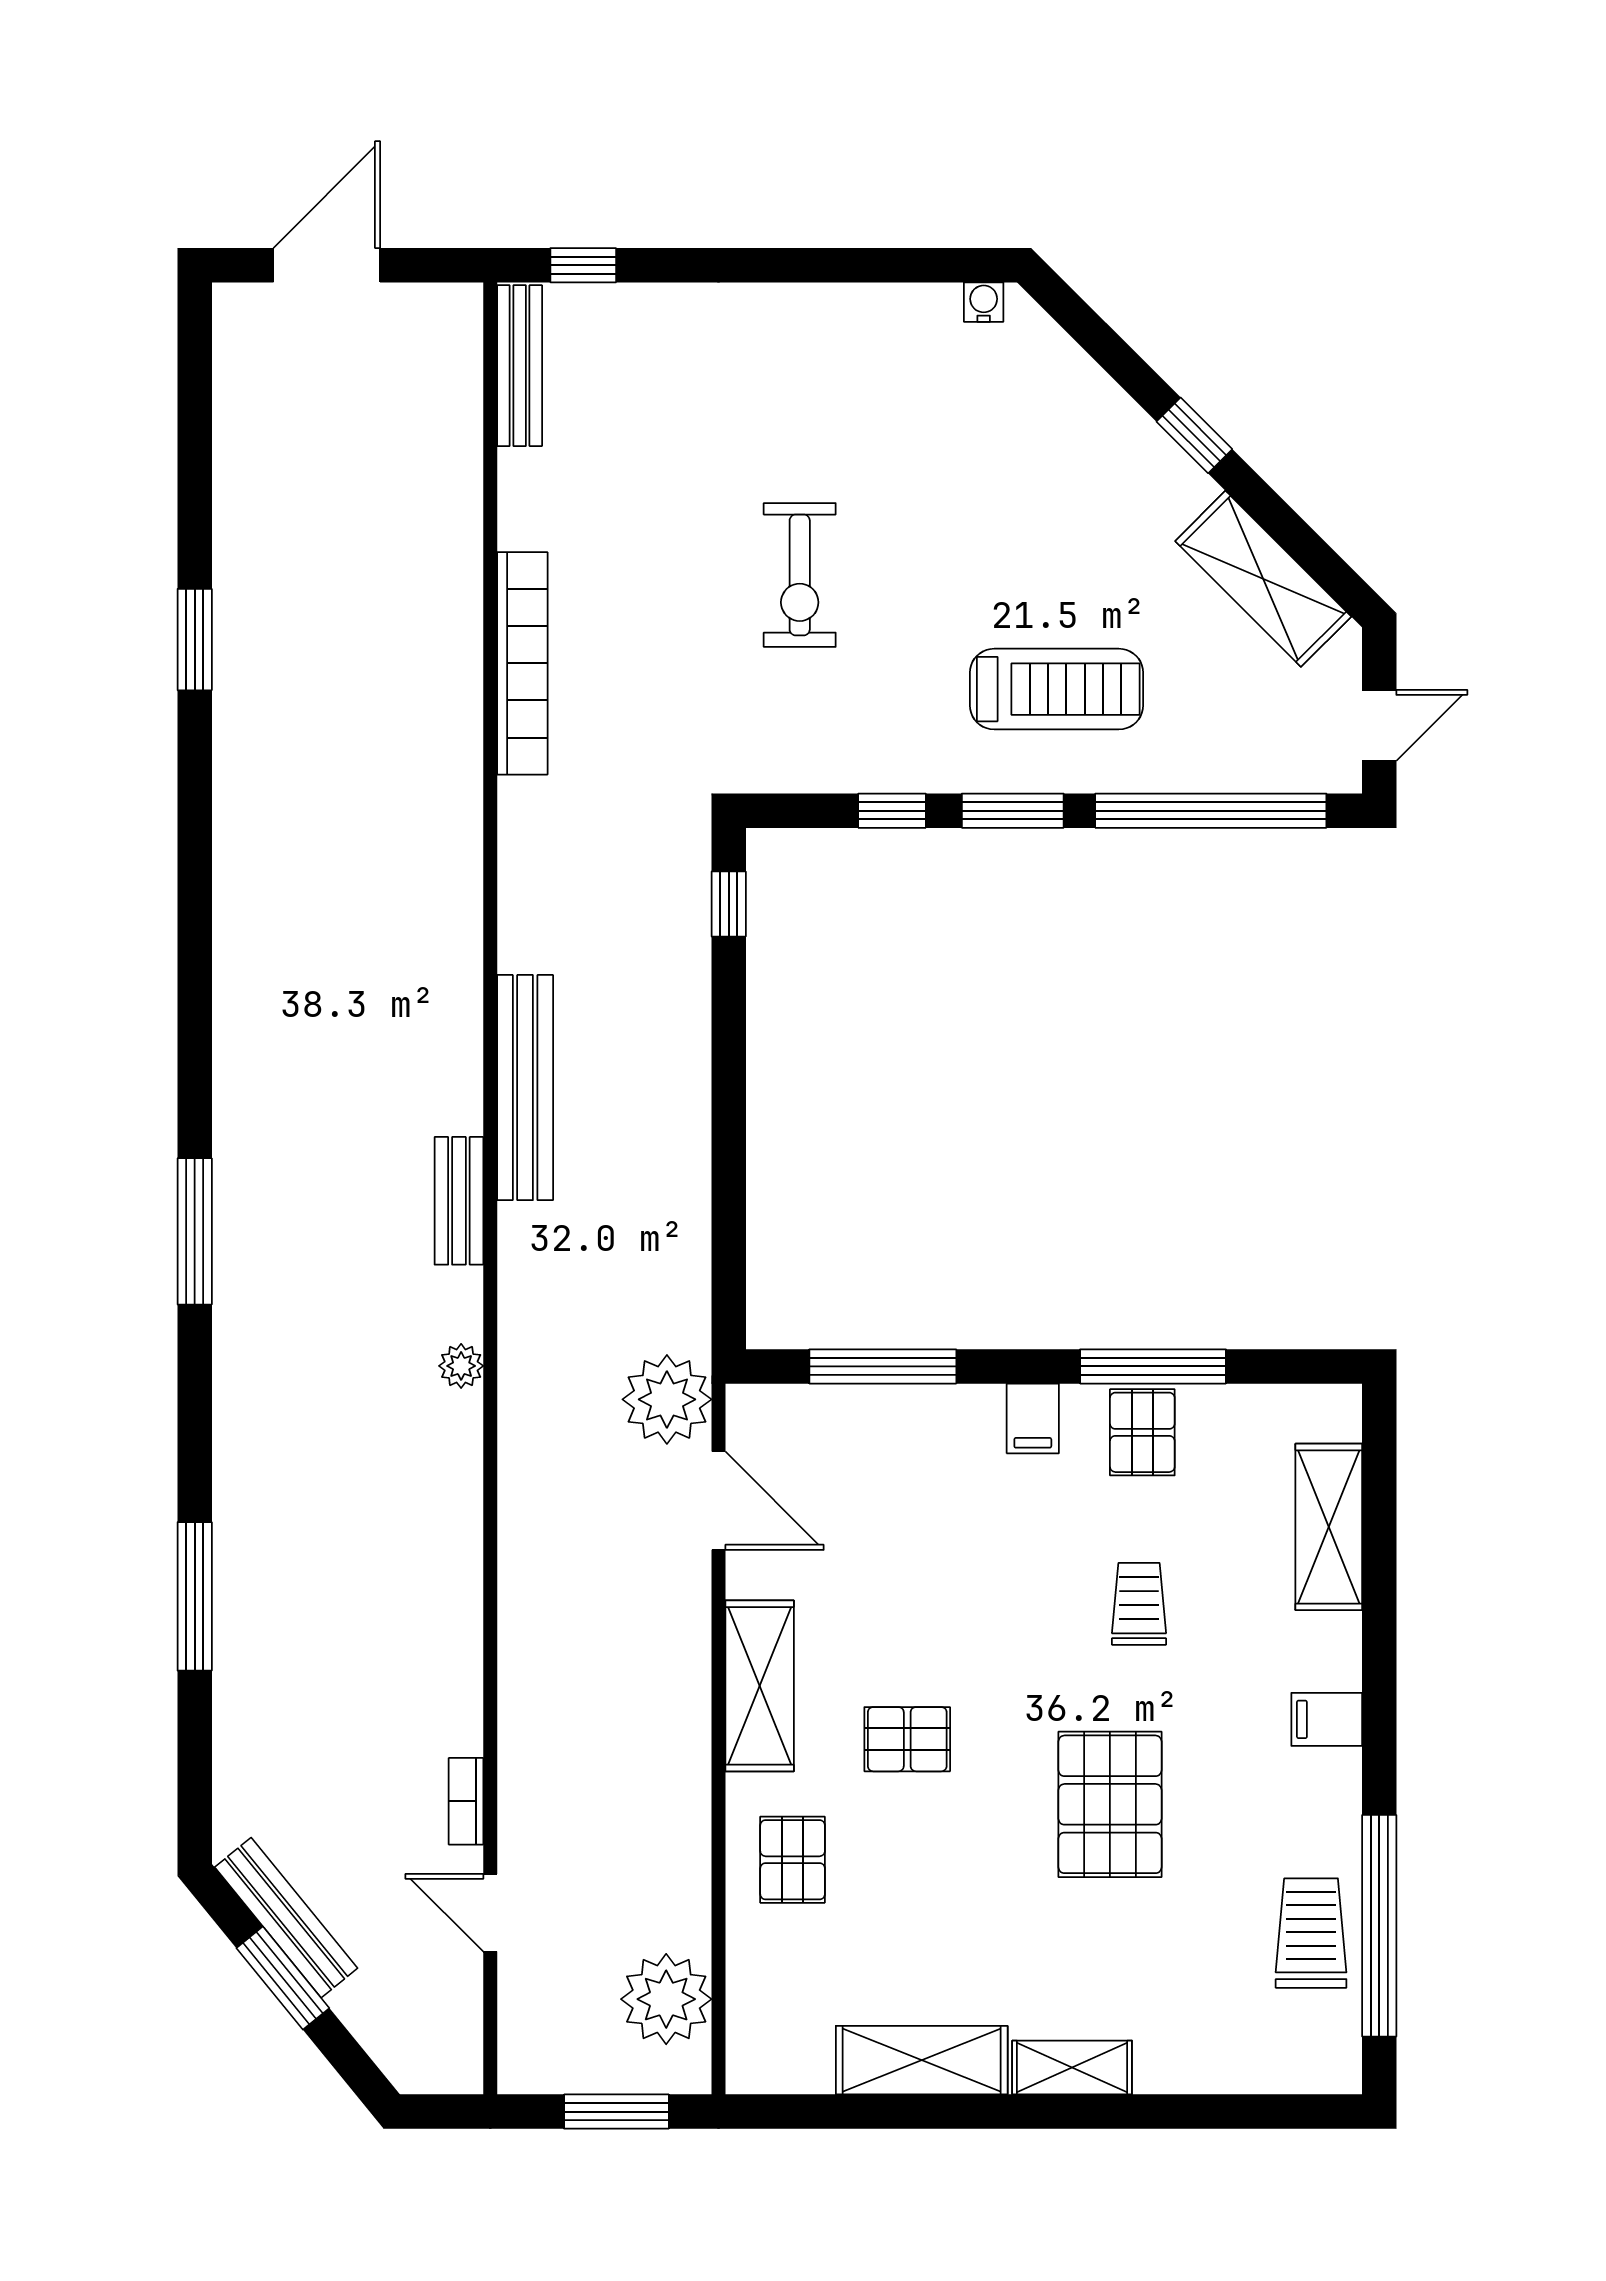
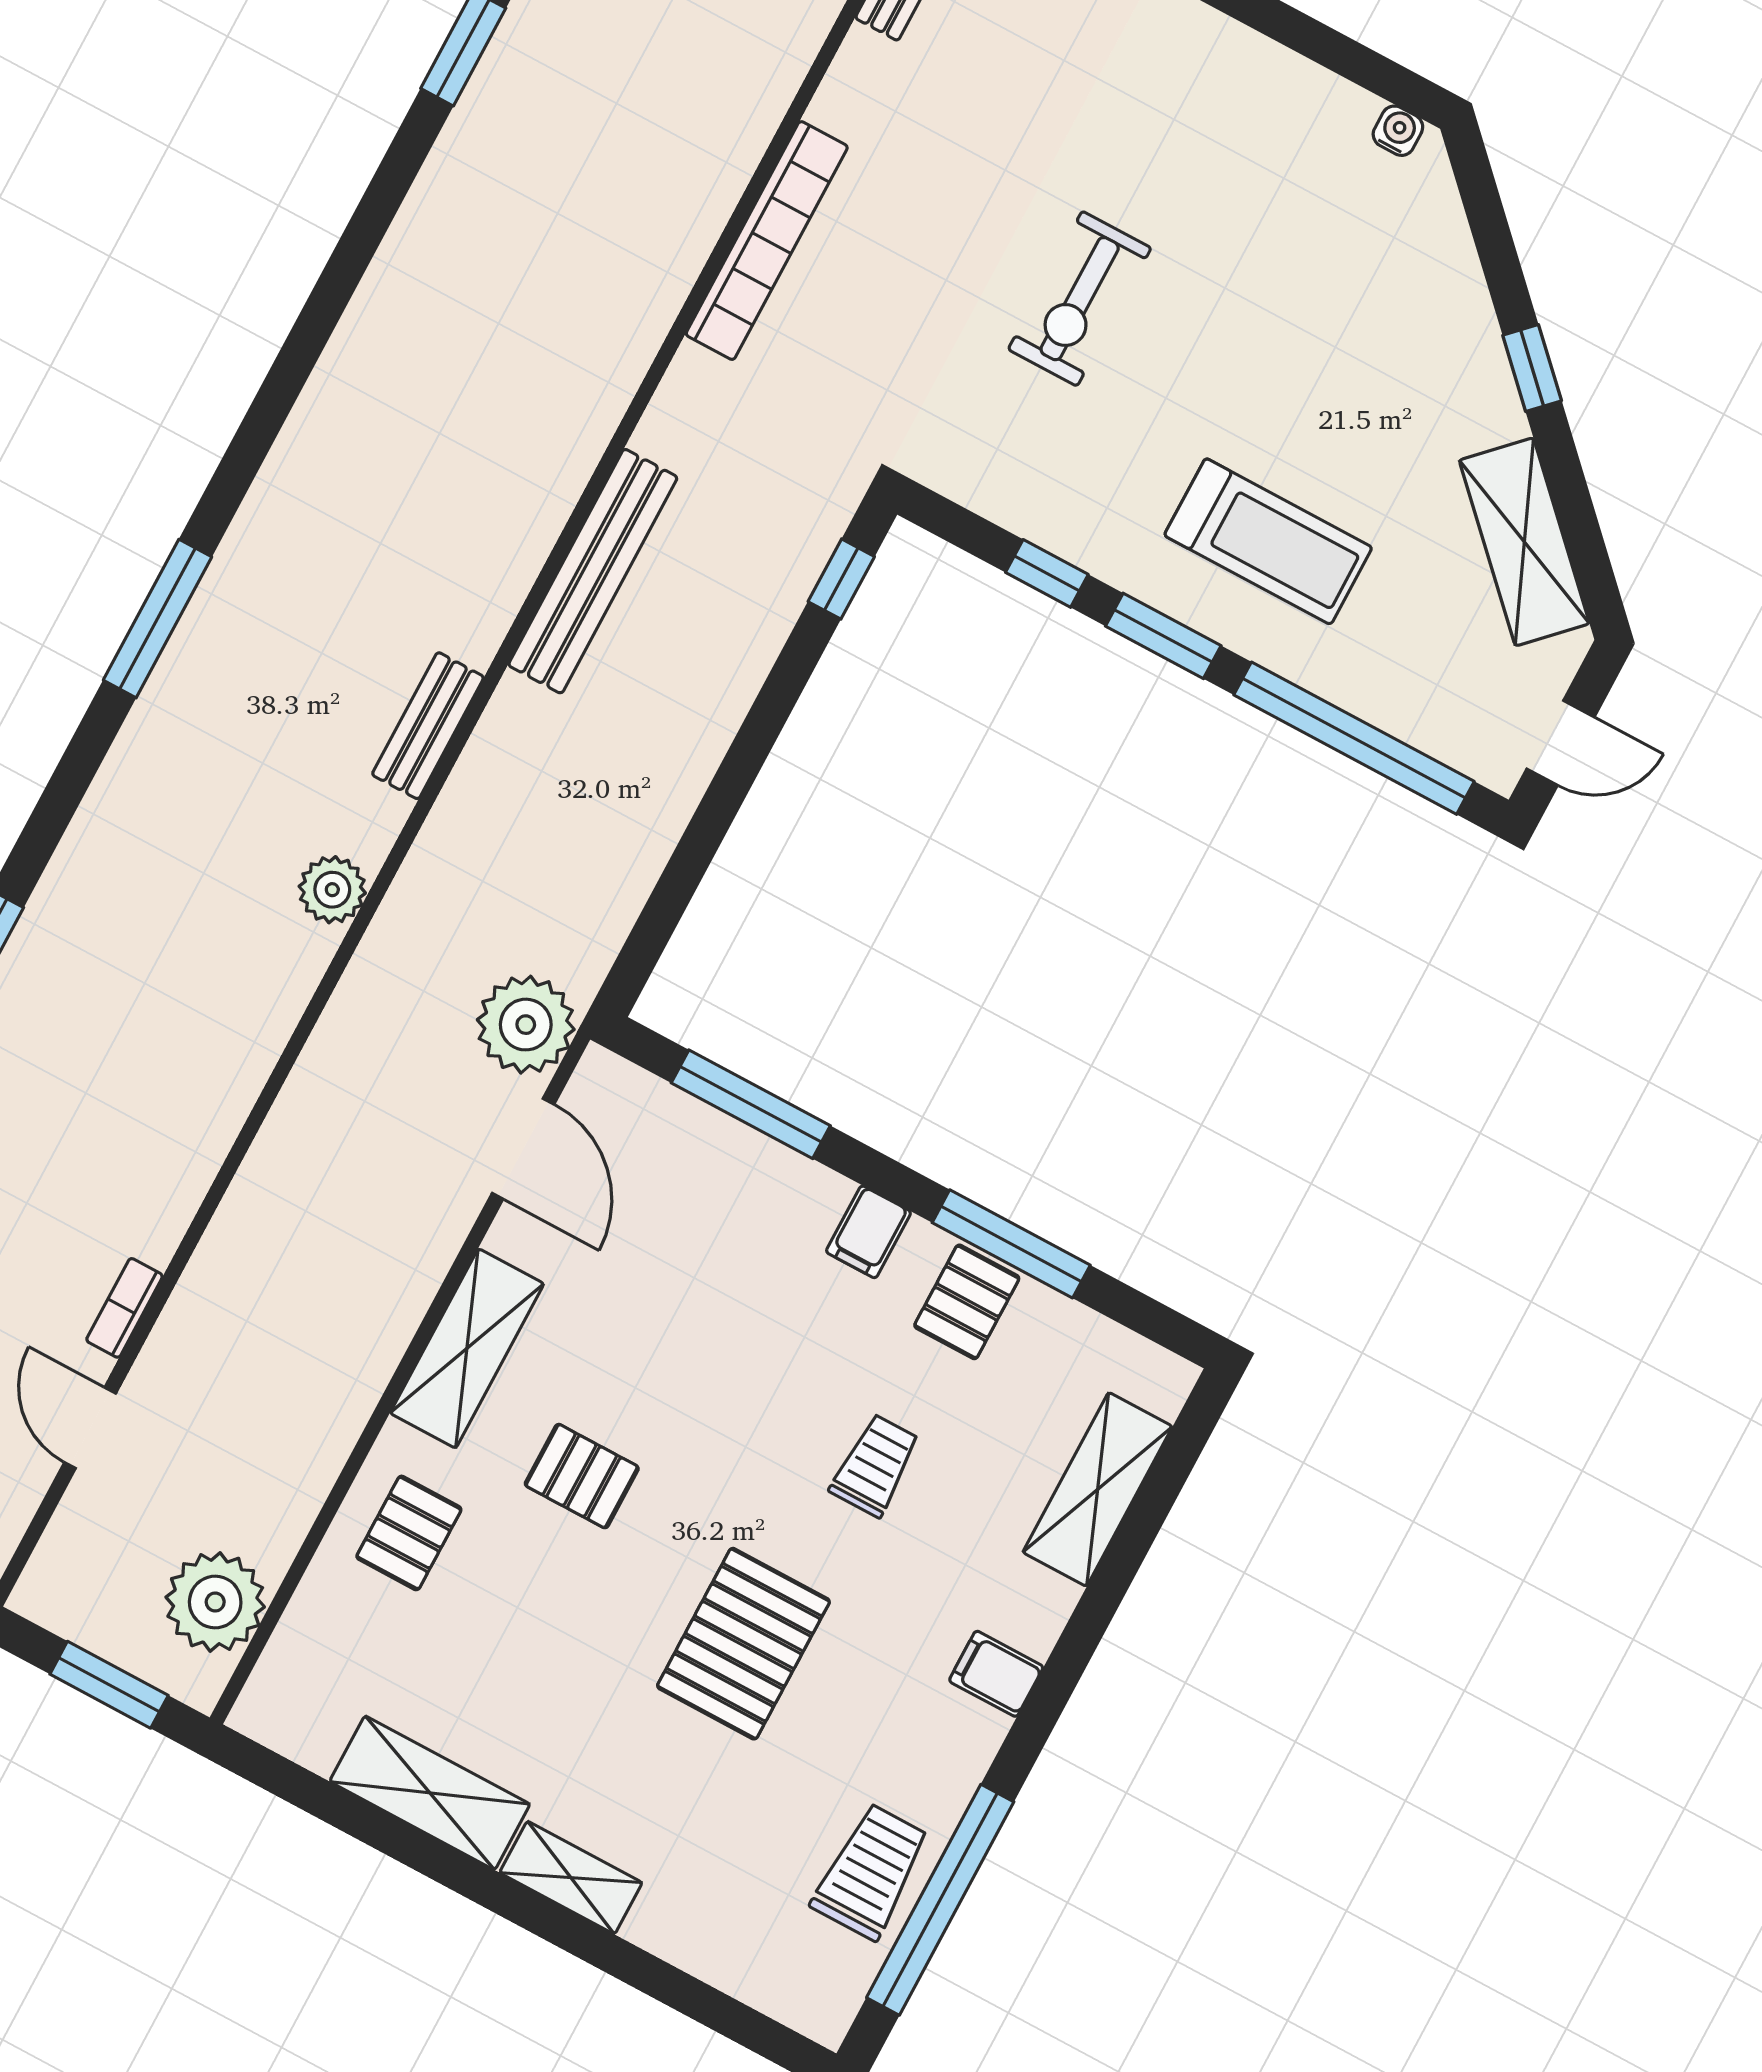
bench: (525, 1088) -> (593, 571), moved
plant: (461, 1366) -> (332, 890), width x1.38, depth x1.38

